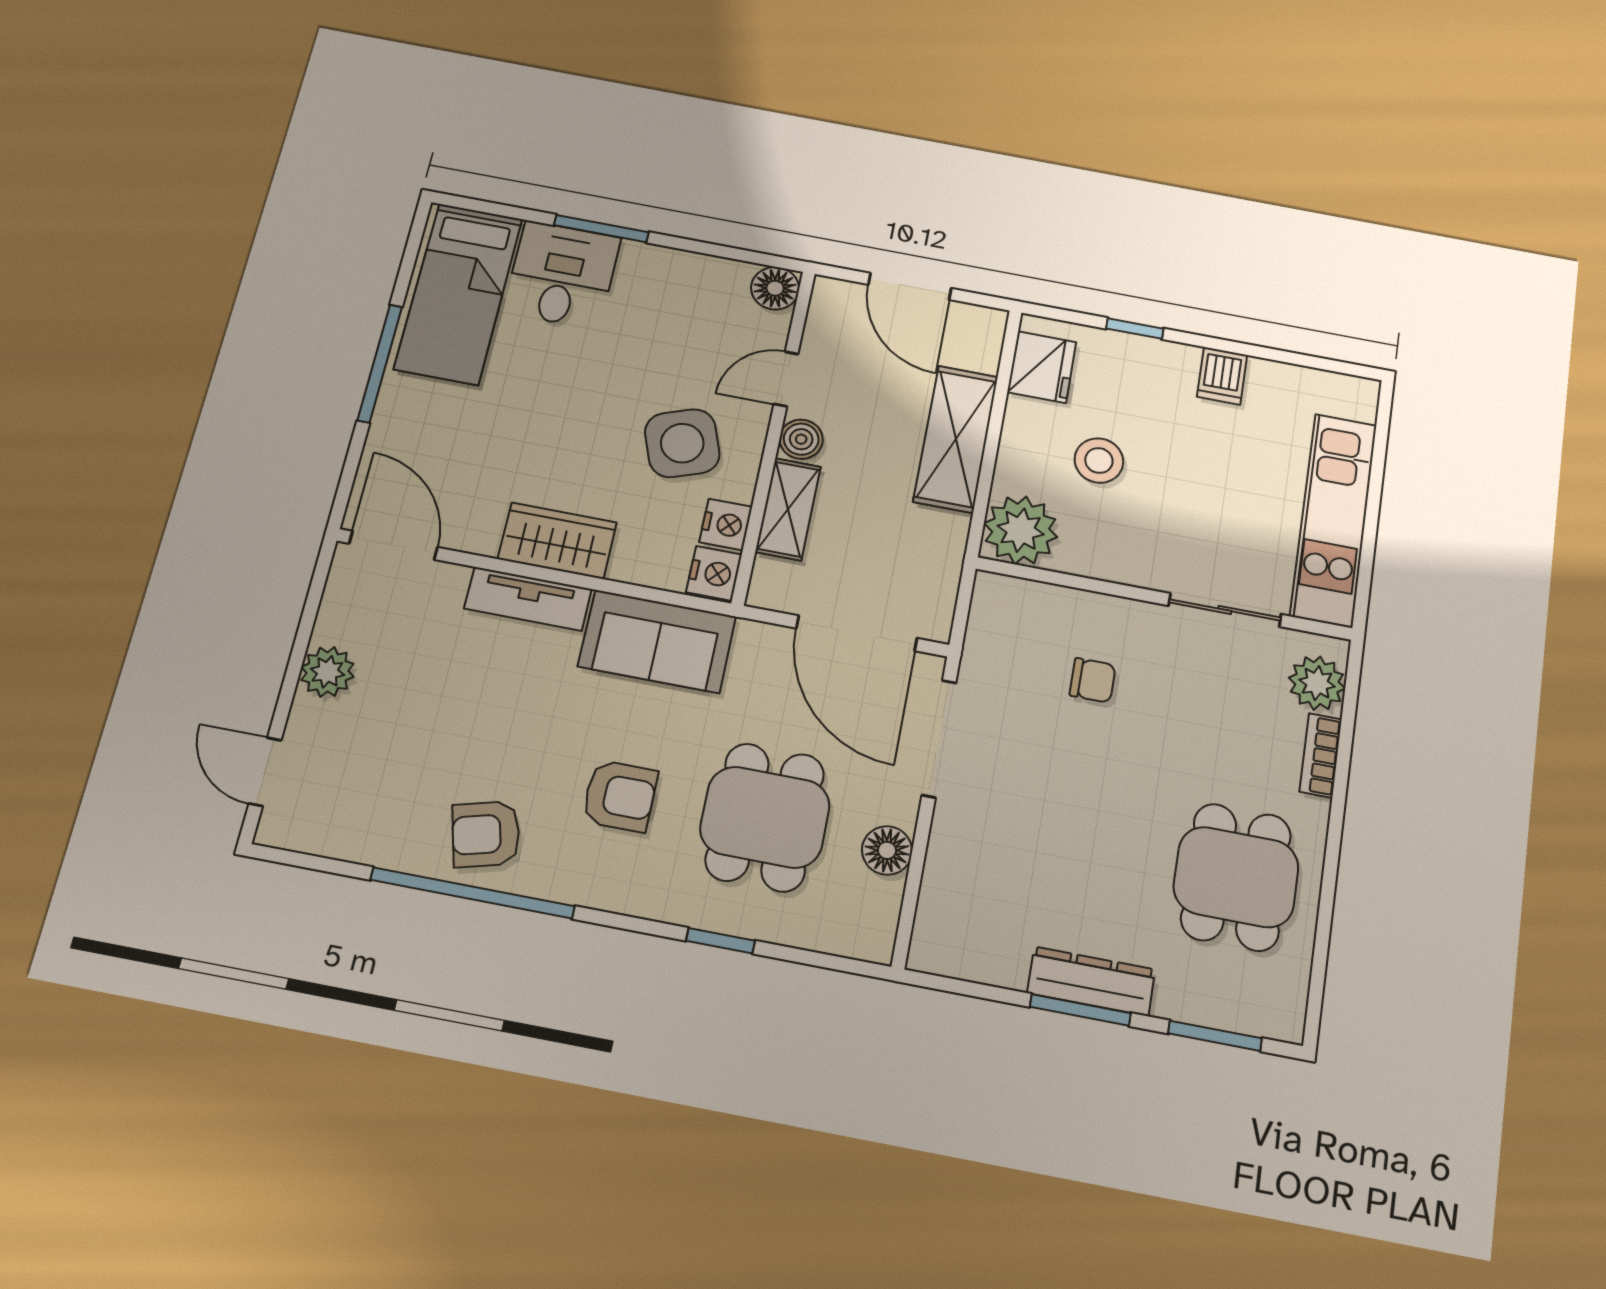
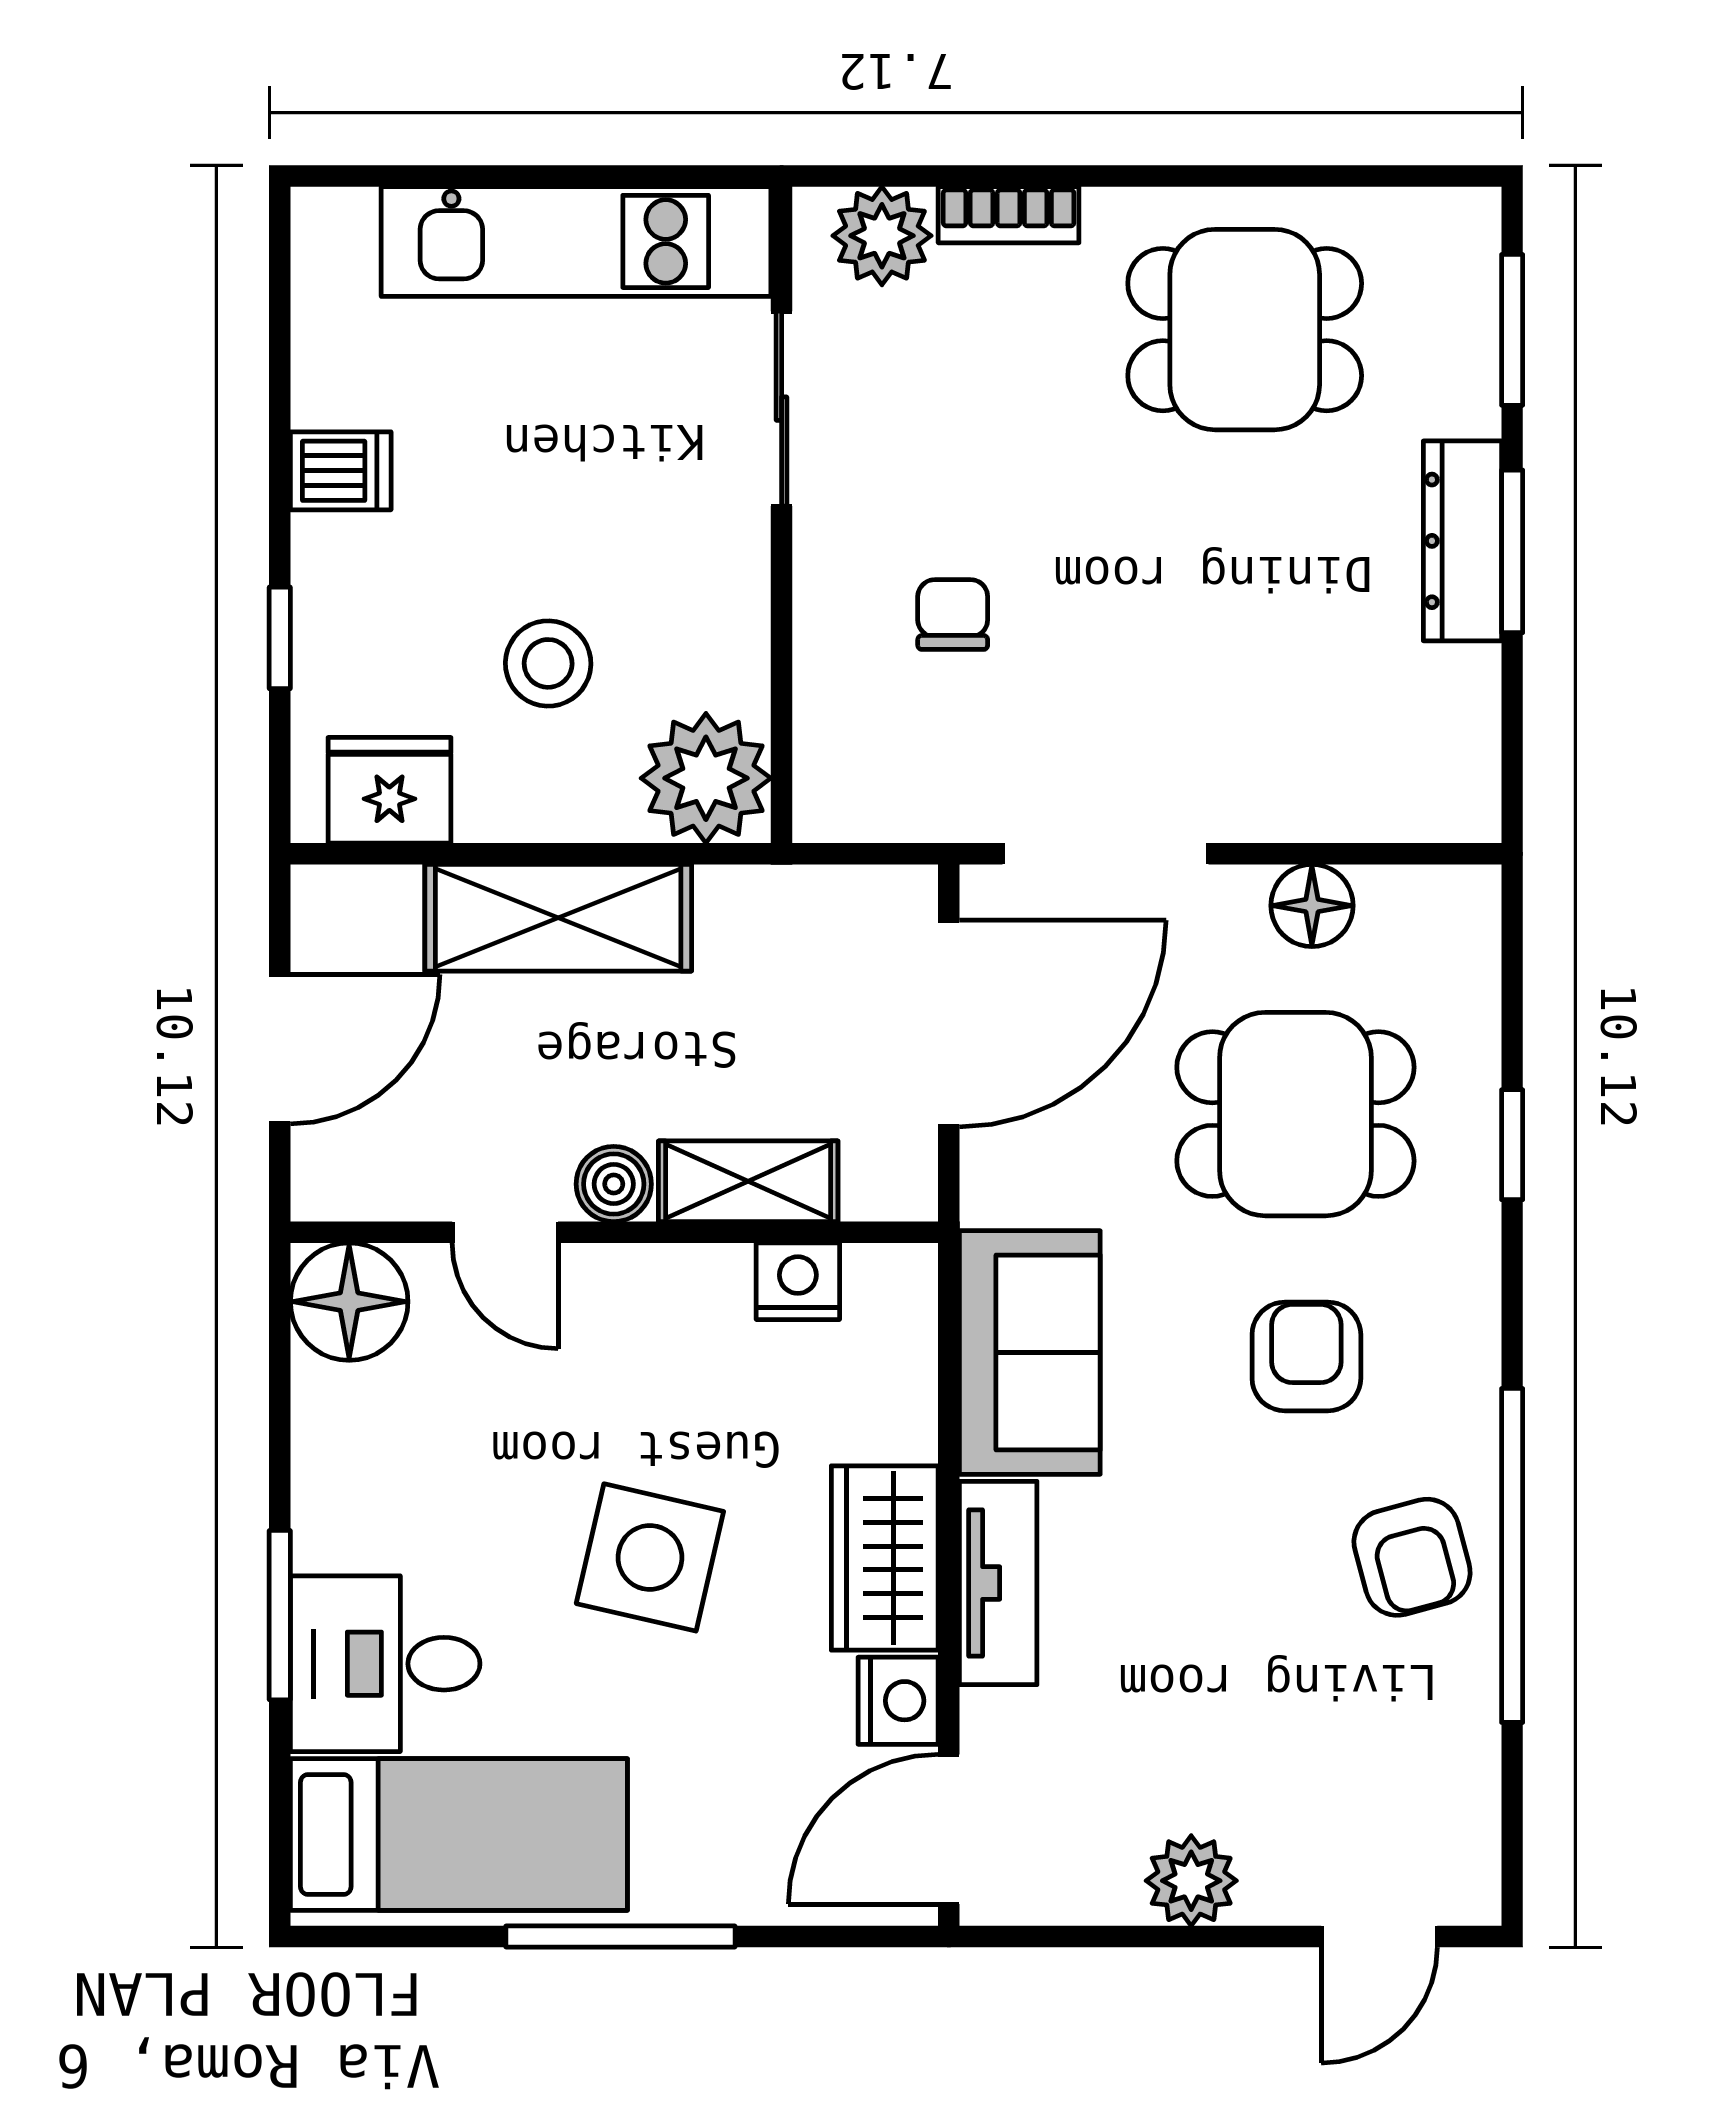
floor lamp: (775, 288) -> (349, 1302), width x1.38, depth x1.38
side table: (682, 443) -> (650, 1557), moved, turned 33
nightstand: (714, 573) -> (898, 1701), moved, turned 90

